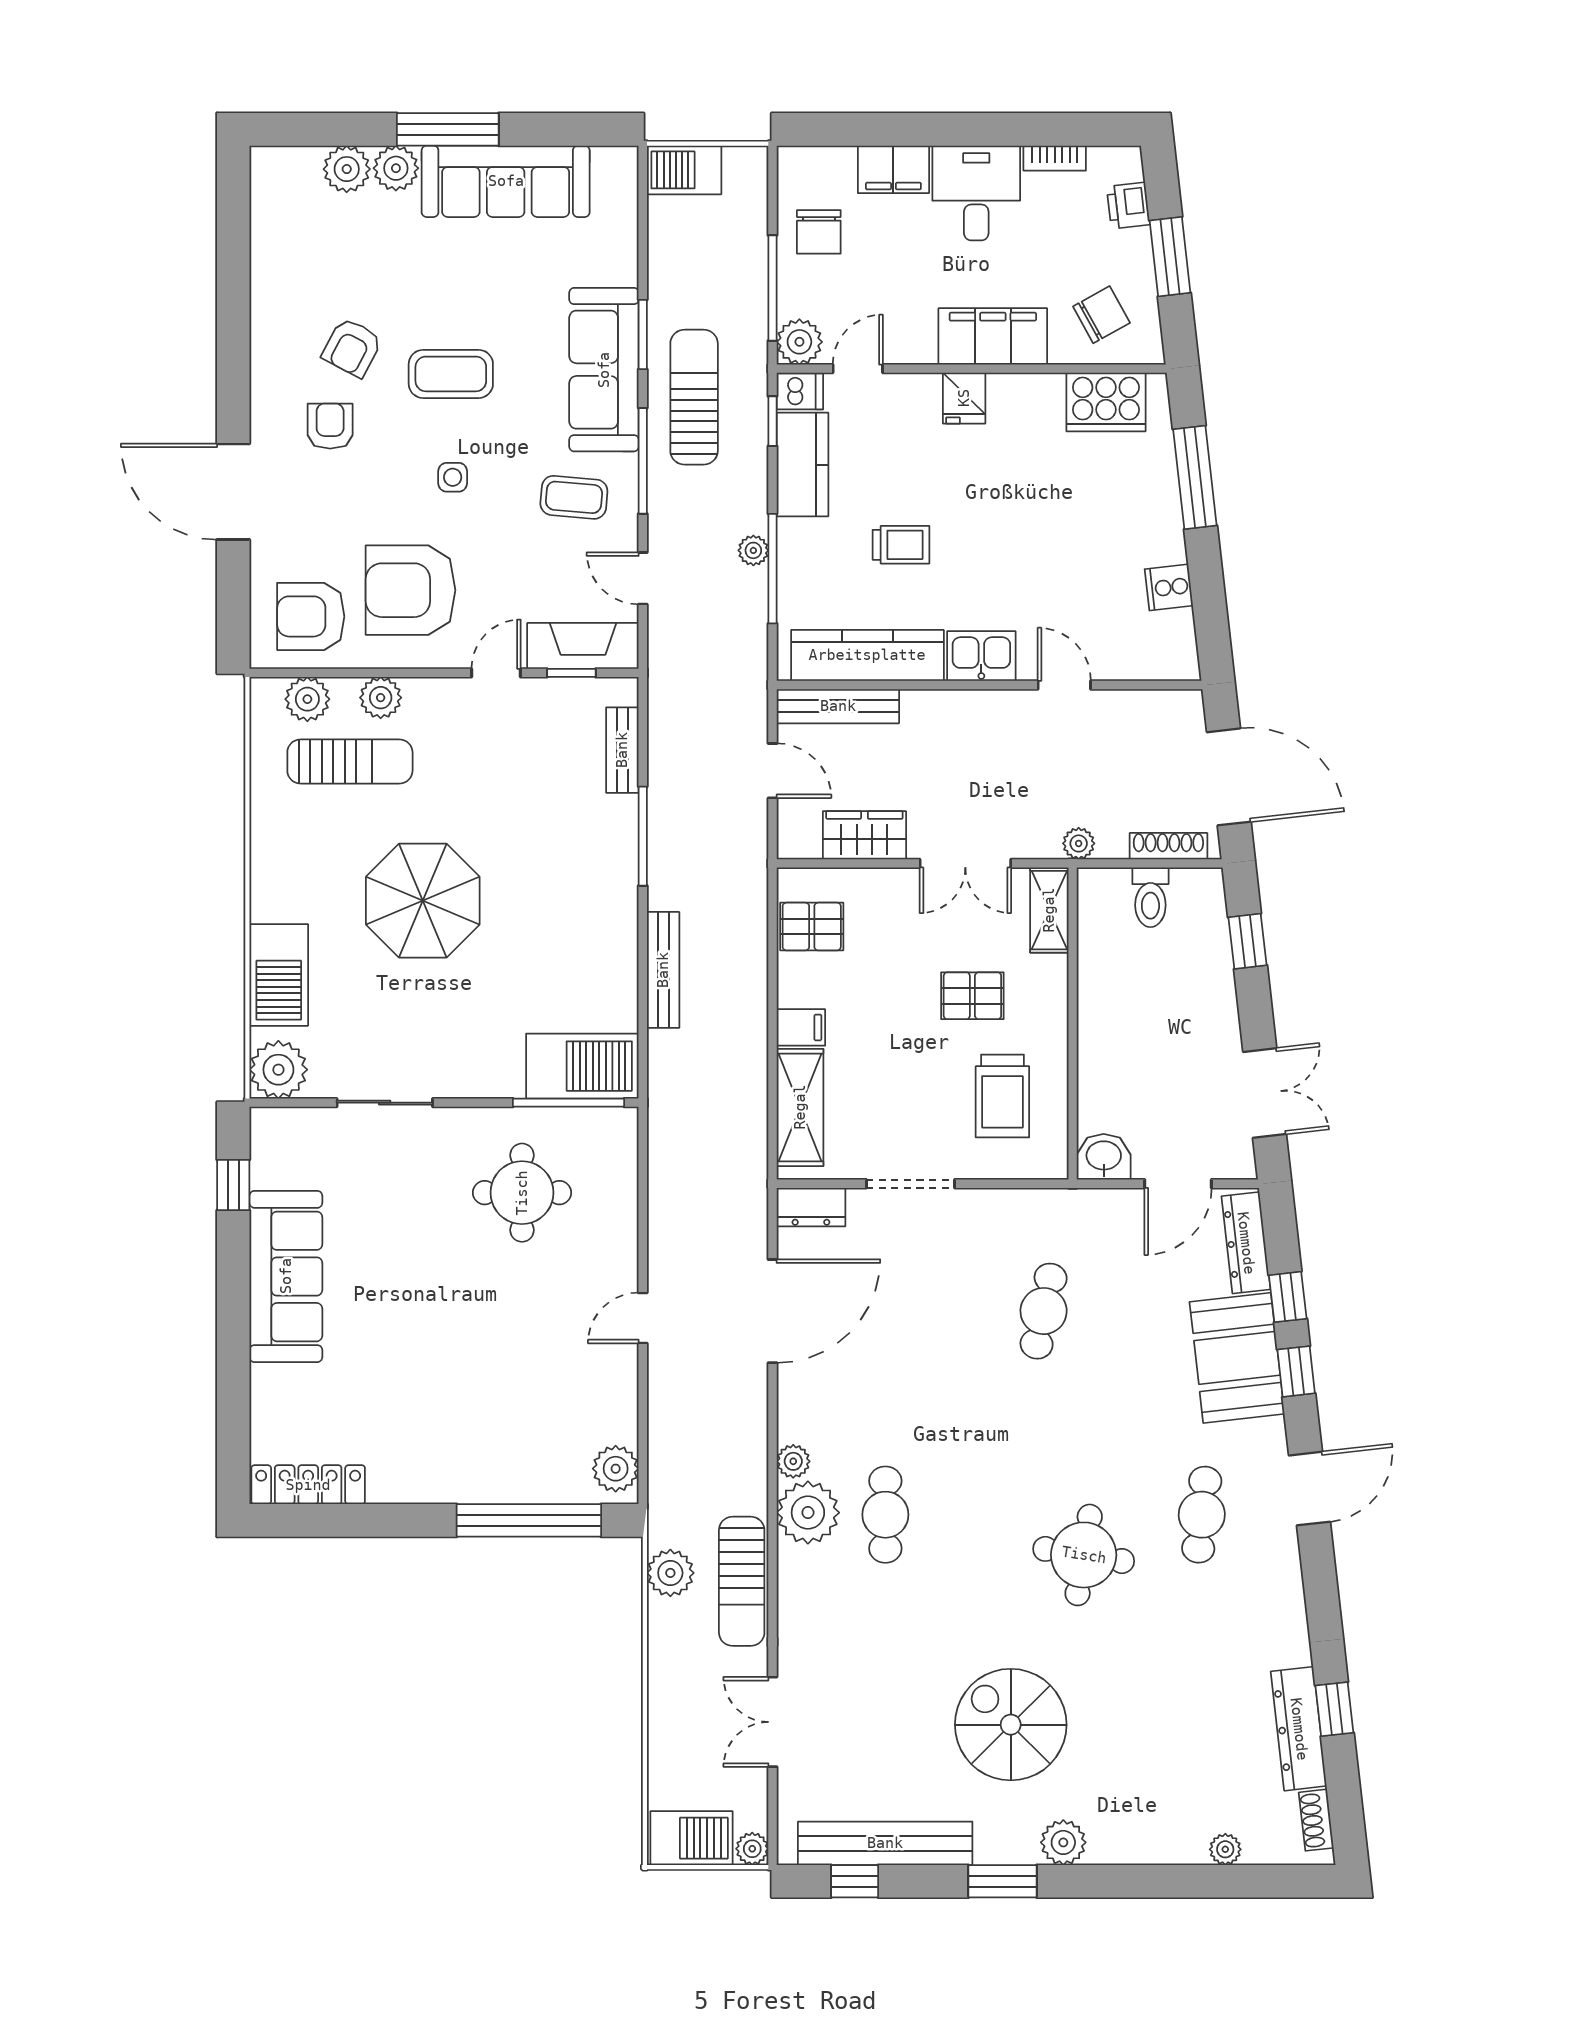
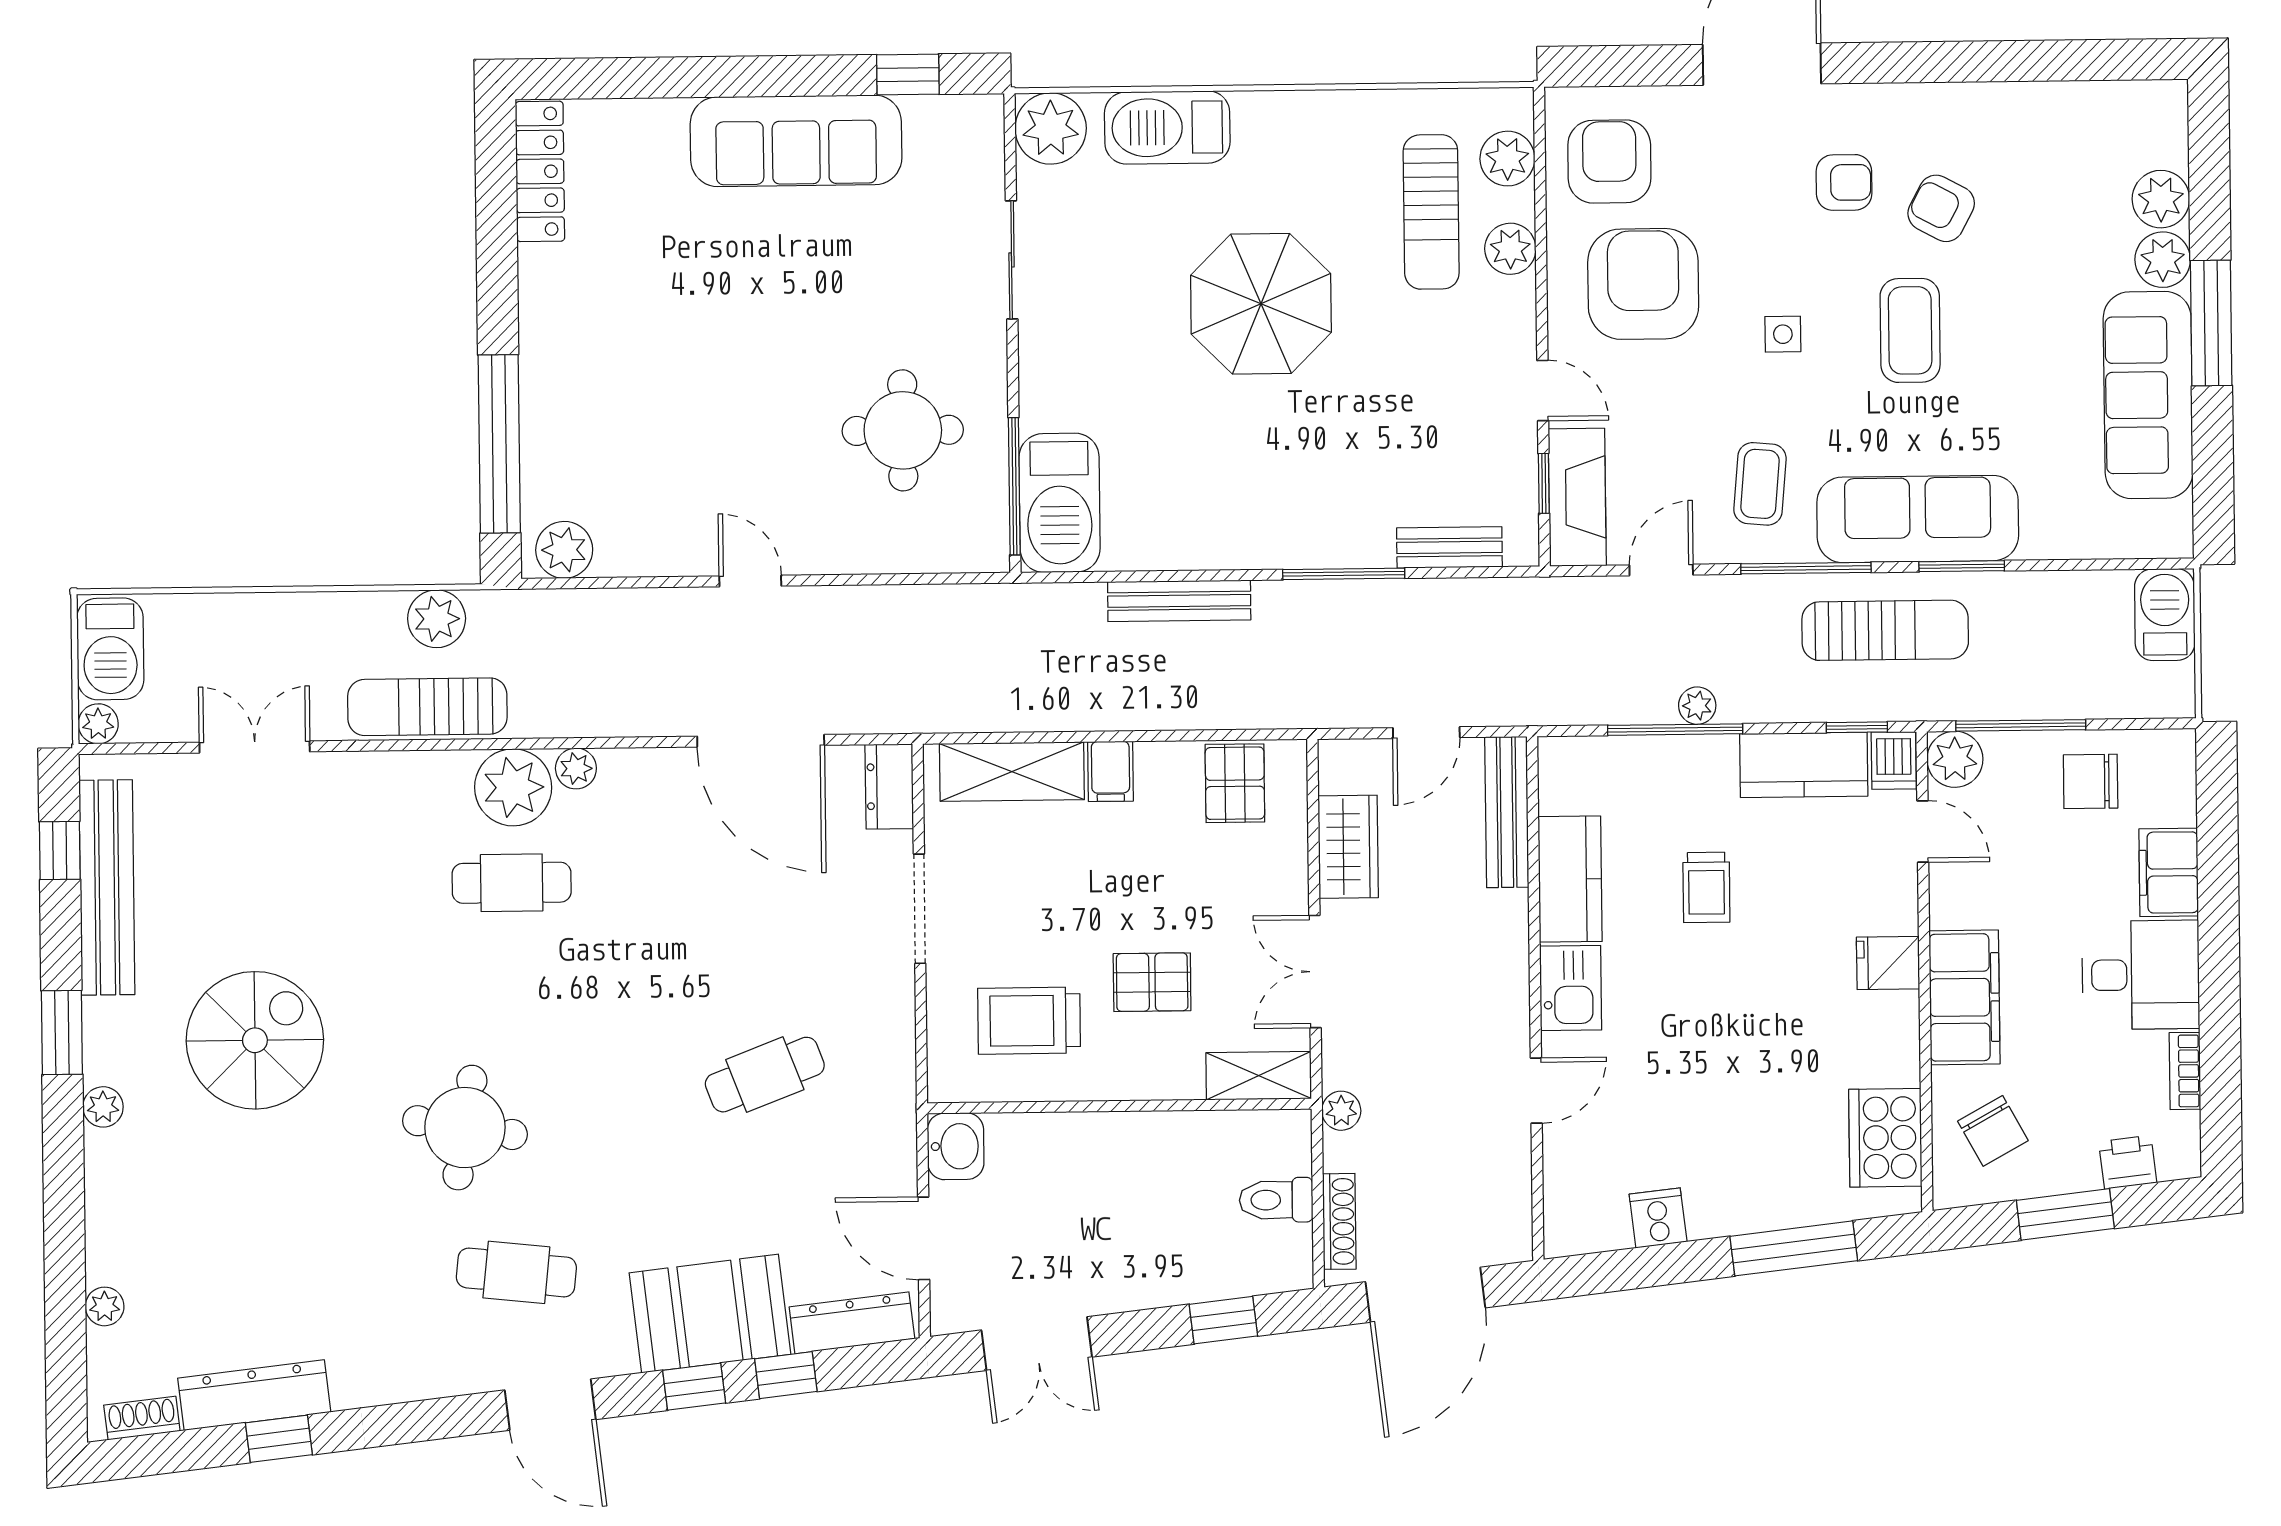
kitchen counter: (867, 655) -> (1570, 879), width x0.67
pallet: (972, 996) -> (1152, 982), turned 90
cafe table: (1044, 1311) -> (765, 1075), turned -33
plant: (1063, 1842) -> (103, 1107), width x0.73, depth x0.73

